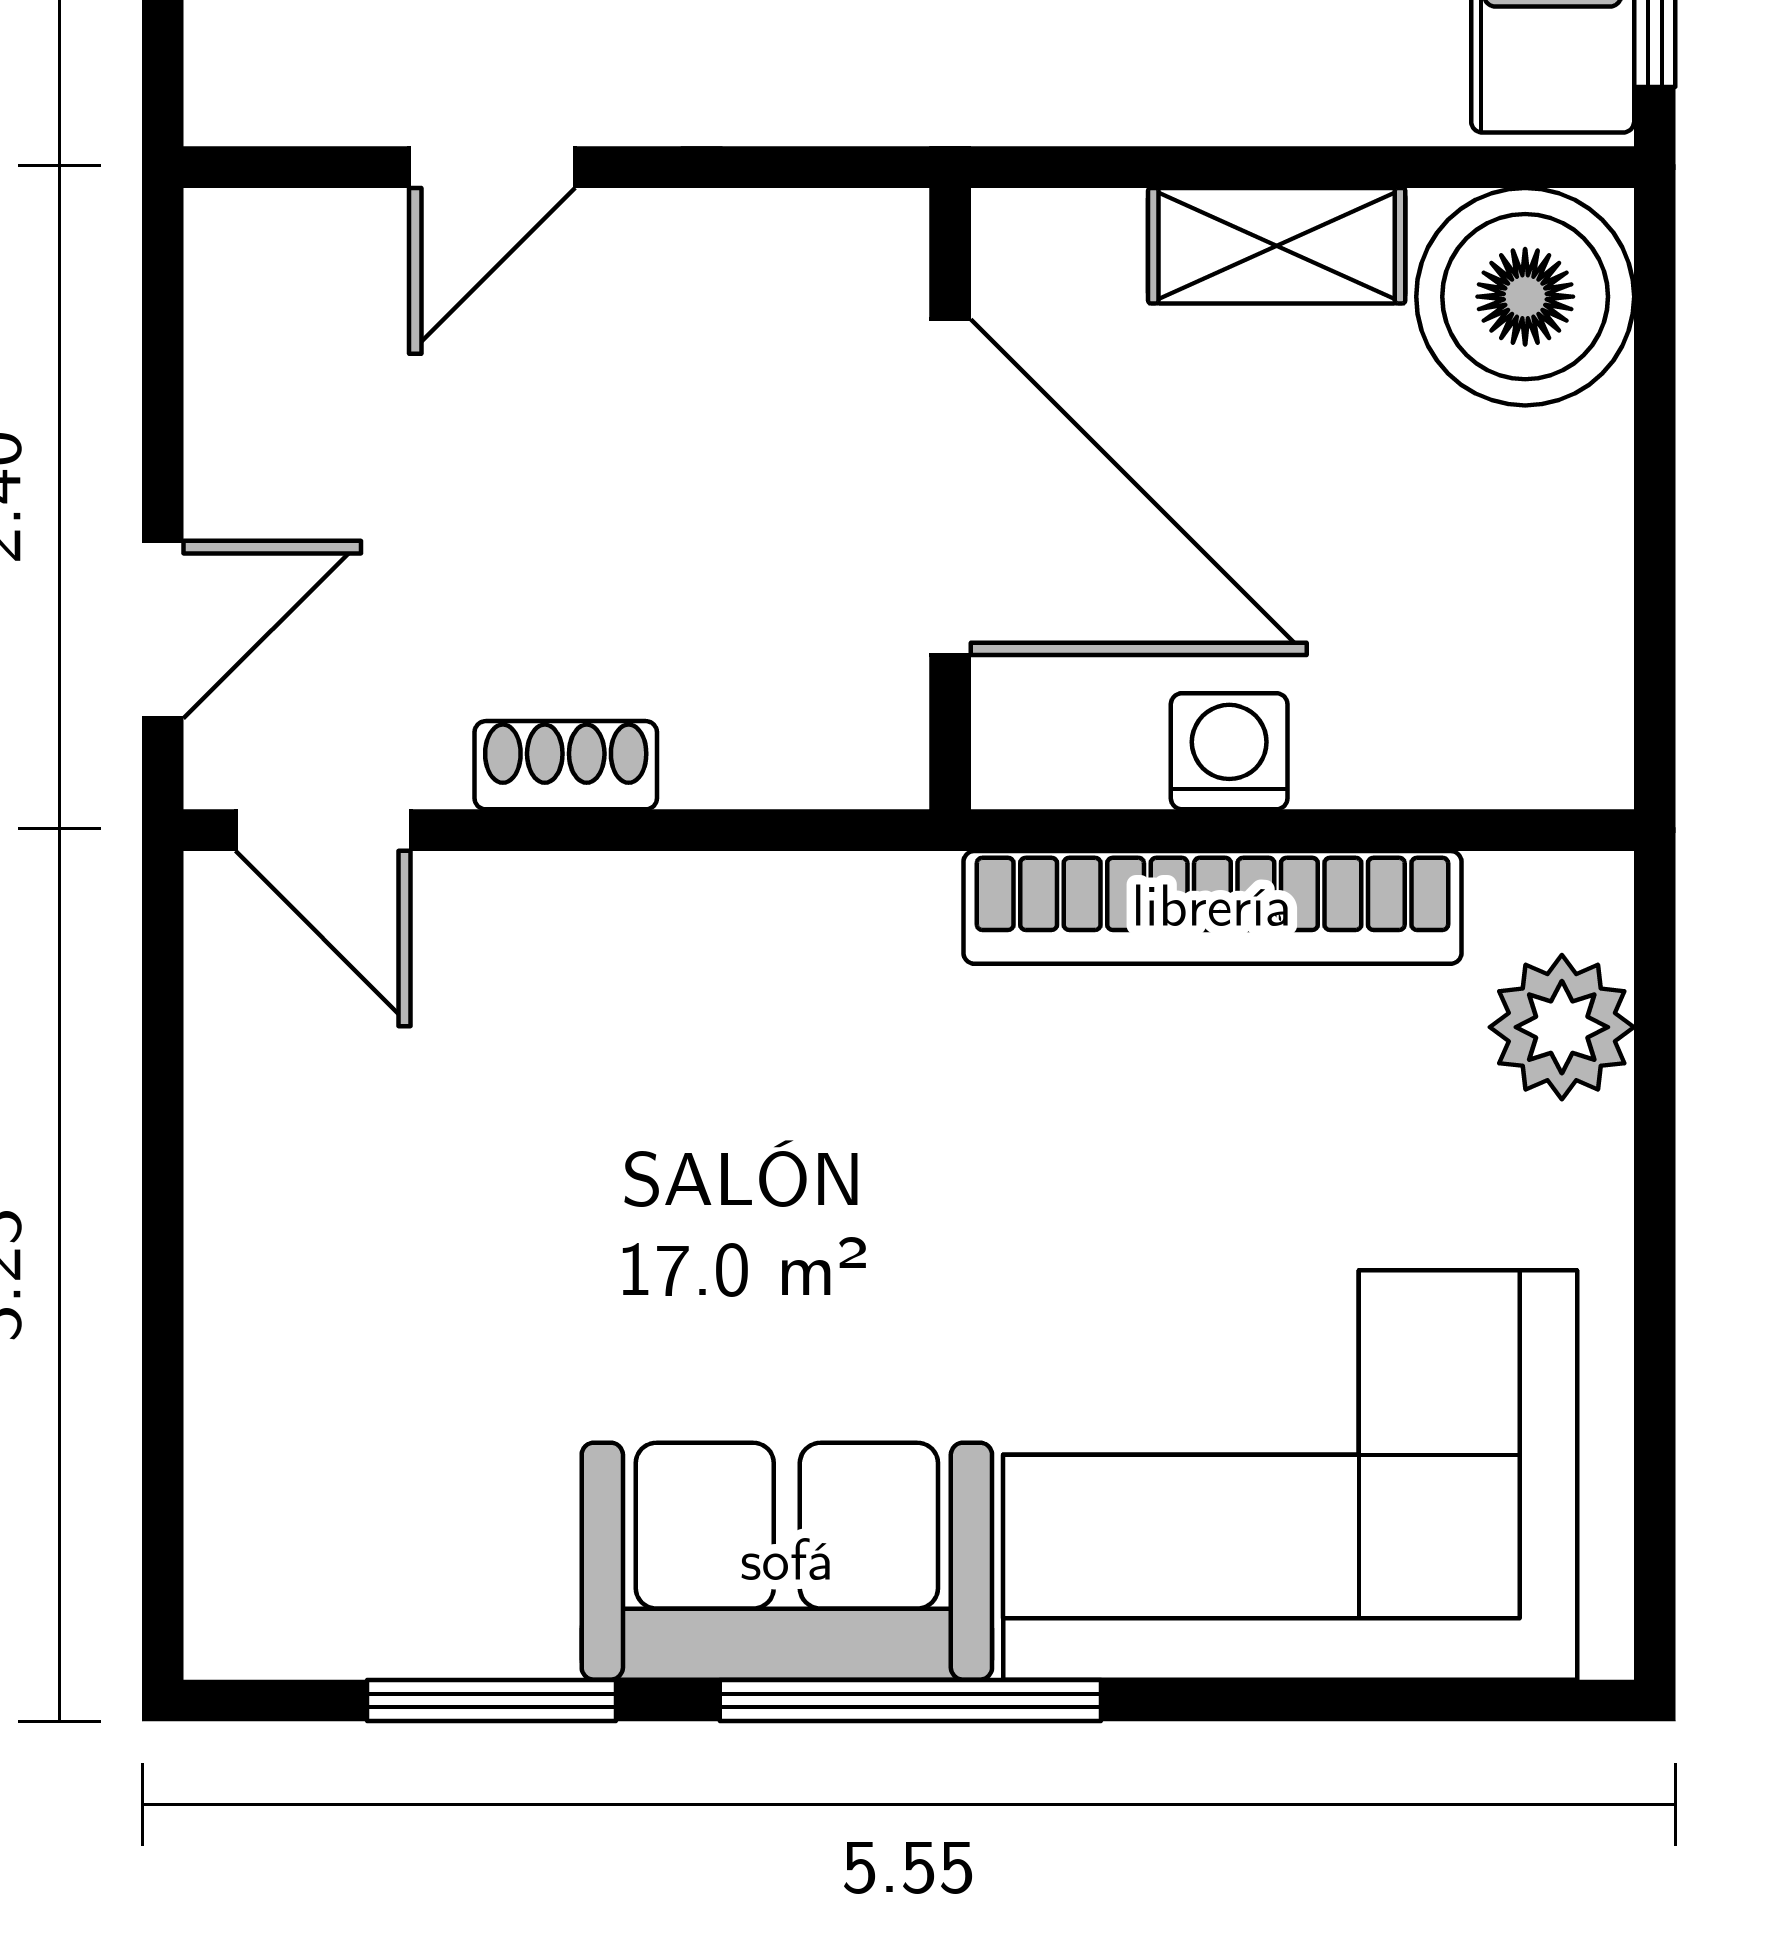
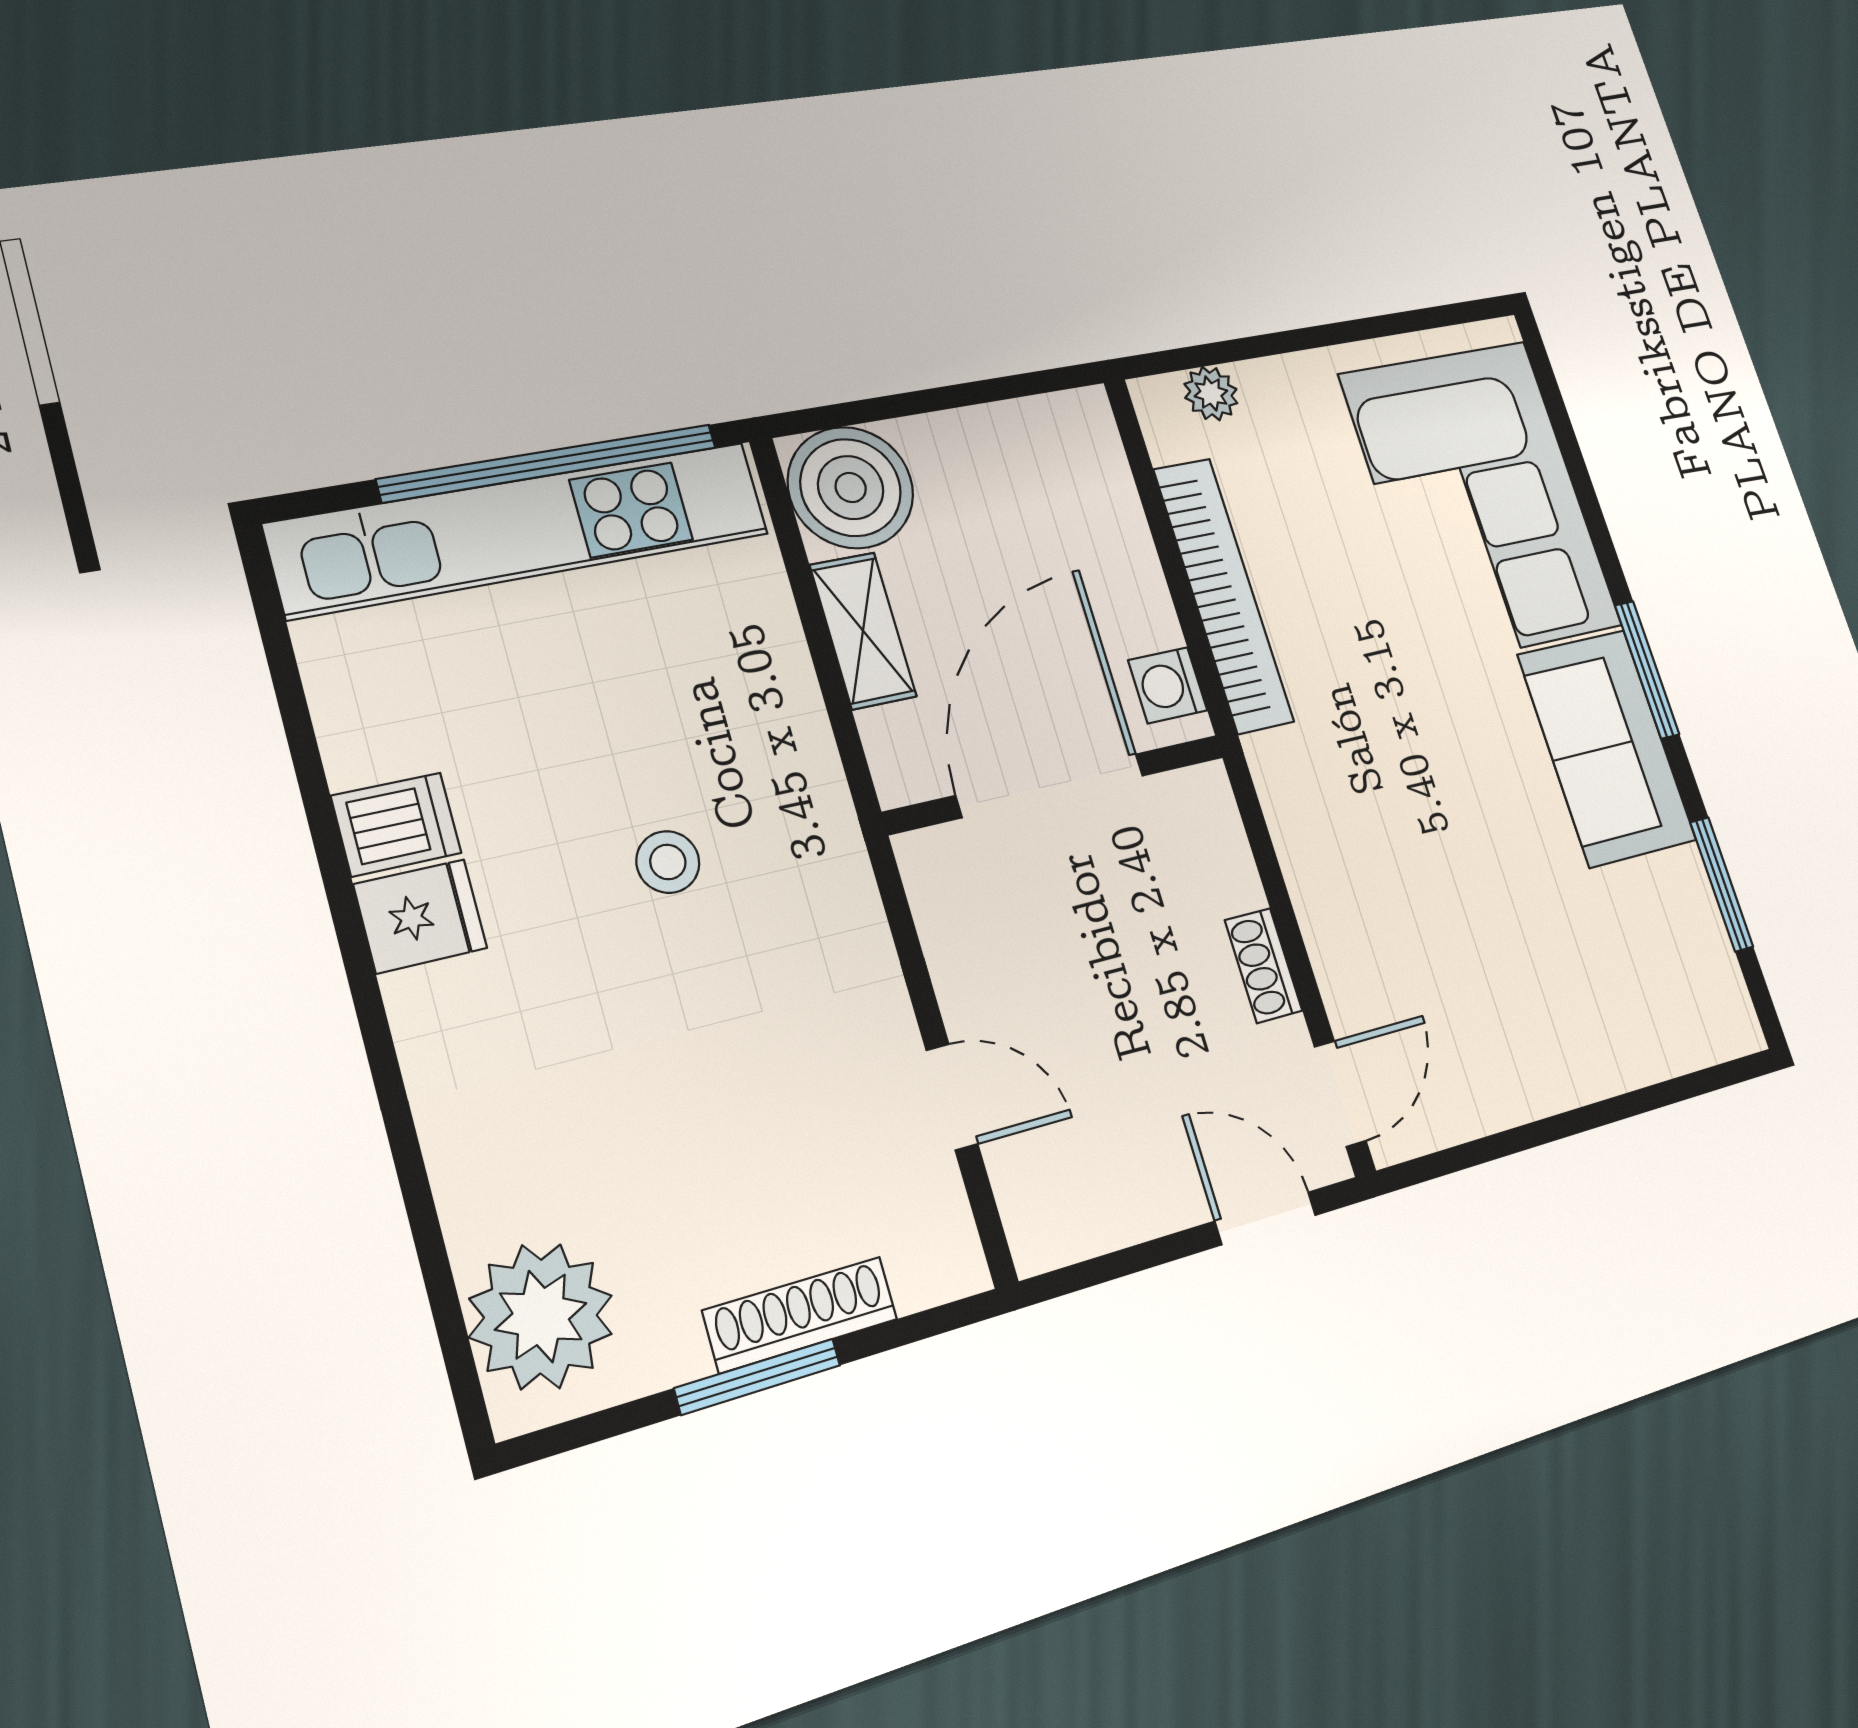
washing machine: (1229, 751) -> (1168, 685), moved
plant: (1562, 1027) -> (1211, 393), width x0.73, depth x0.73
window: (910, 1701) -> (1647, 670), width x0.69

